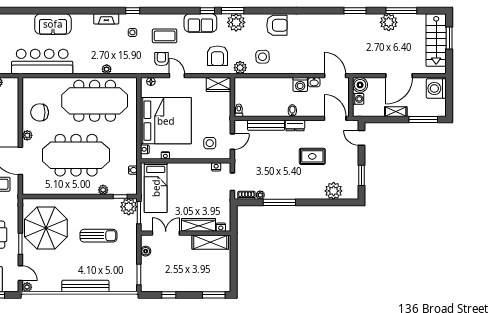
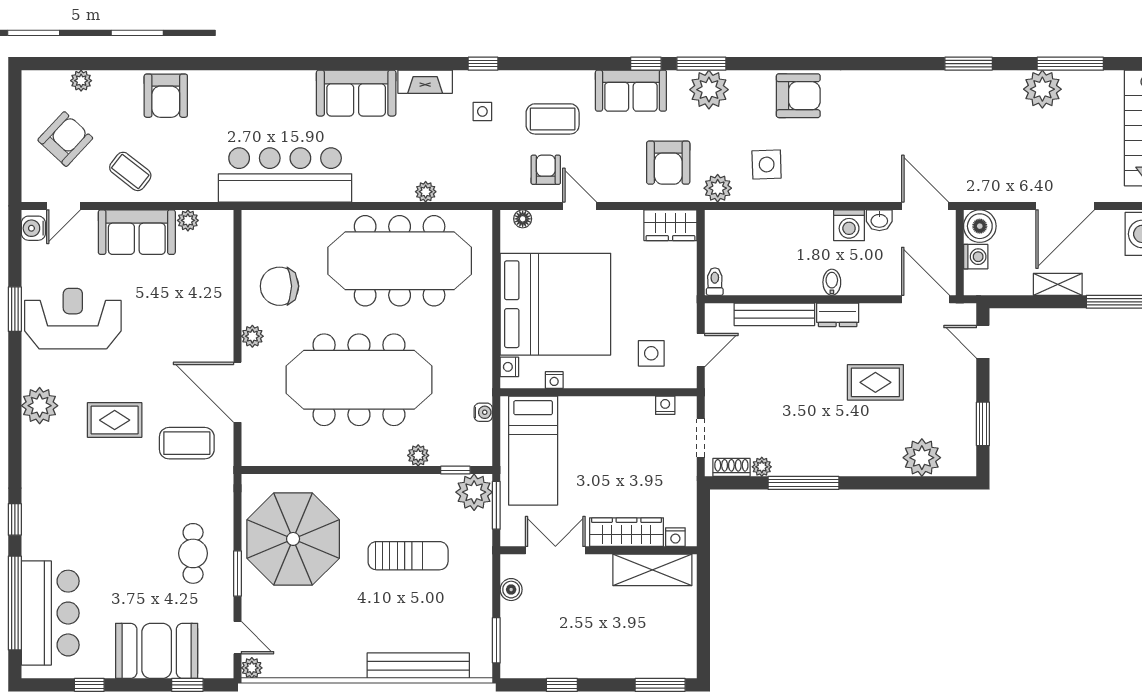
sofa: (53, 24) -> (356, 93), moved
bench: (85, 286) -> (418, 666), moved

